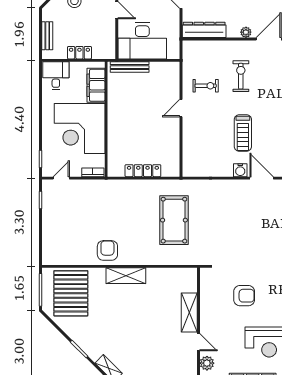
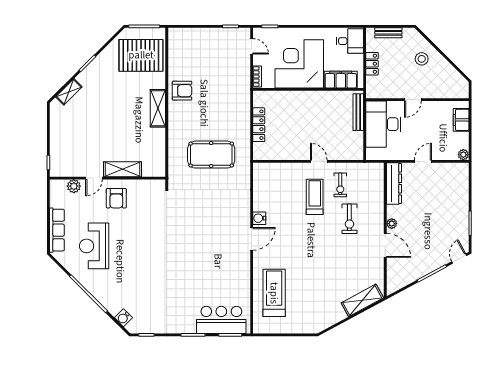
exercise bike: (241, 76) -> (349, 219), turned 90
treadmill: (243, 133) -> (315, 197), moved, turned 90
armchair: (244, 296) -> (116, 198), moved

